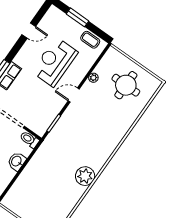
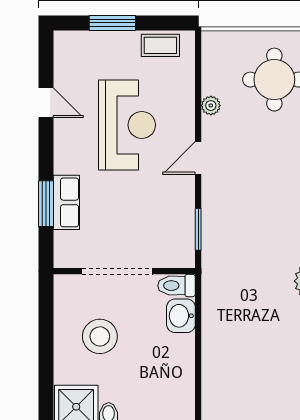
door: (29, 30) -> (46, 103), hinge flipped
reception desk: (55, 62) -> (127, 125), turned 180
washbasin: (17, 161) -> (181, 316), moved

